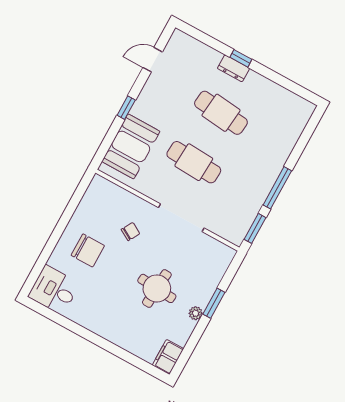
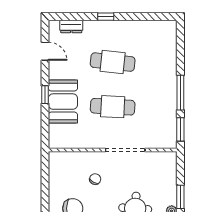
door: (153, 60) -> (45, 51), swing flipped
dresser: (233, 68) -> (71, 26), moved
booth: (131, 146) -> (63, 102), moved

